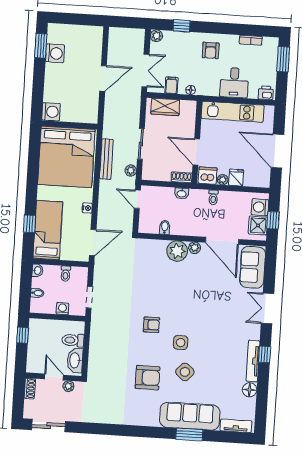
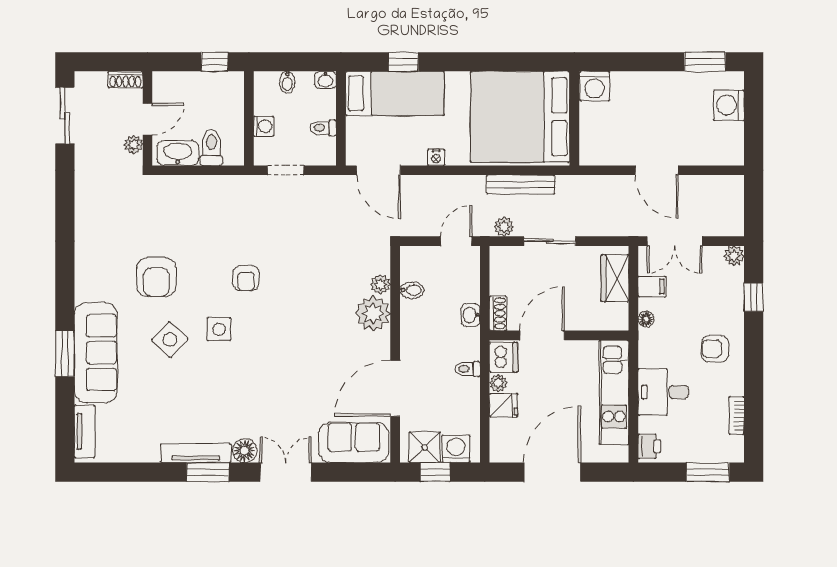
washing machine: (55, 53) -> (729, 105), moved, turned 90
plant: (195, 248) -> (381, 284), moved
window: (265, 354) -> (208, 472), width x1.50
floor lamp: (250, 390) -> (245, 451), moved

